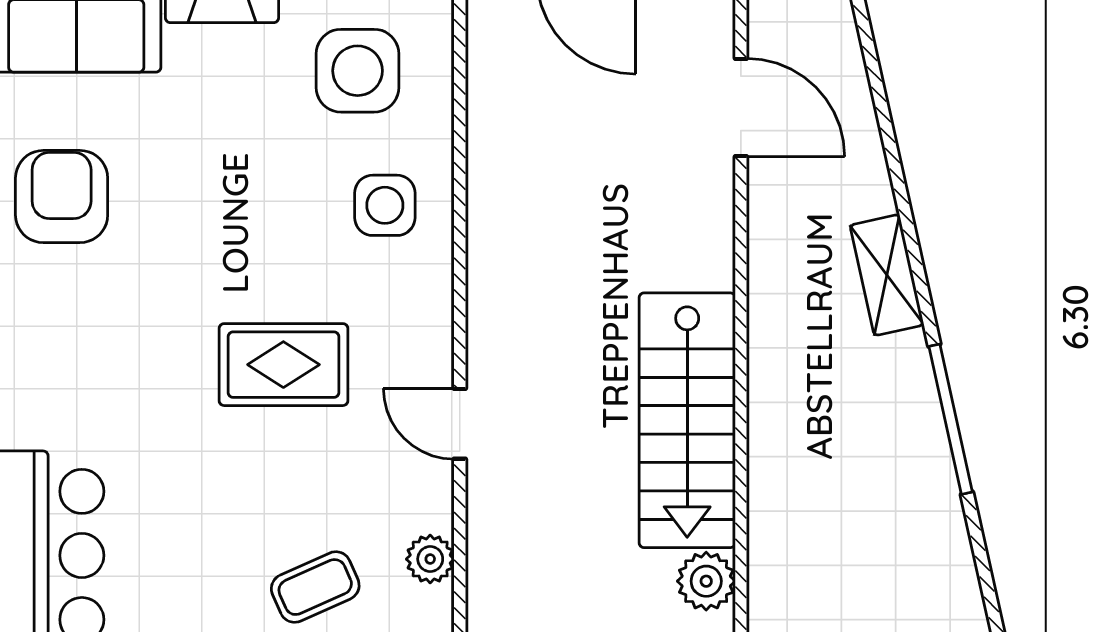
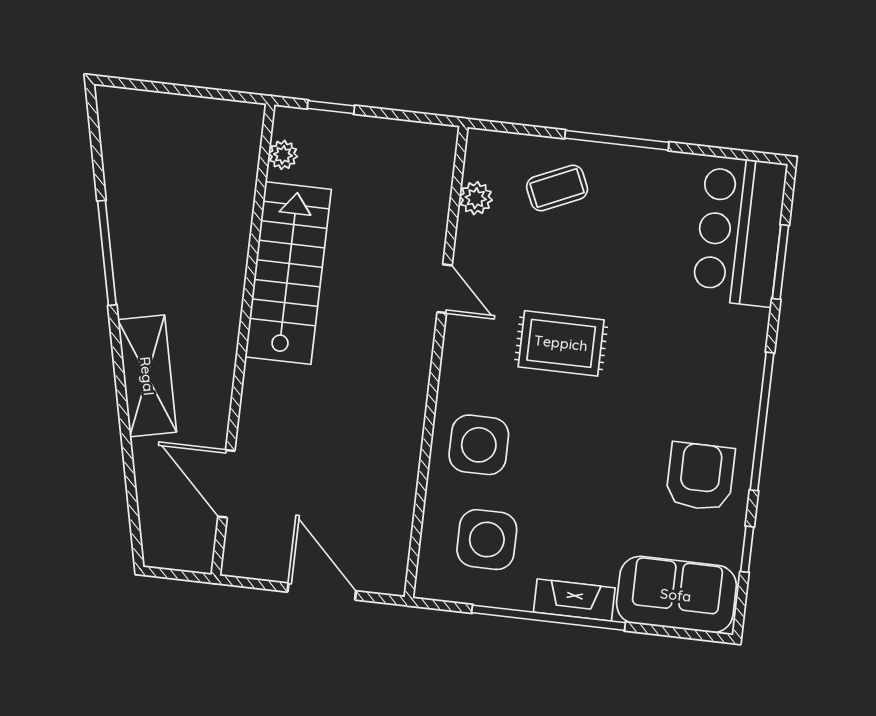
armchair: (62, 197) -> (700, 477), turned 180
side table: (385, 205) -> (479, 445), width x1.37, depth x1.37
shelving: (887, 275) -> (147, 376), width x1.50, depth x1.33
plant: (706, 581) -> (283, 155), width x0.73, depth x0.73

